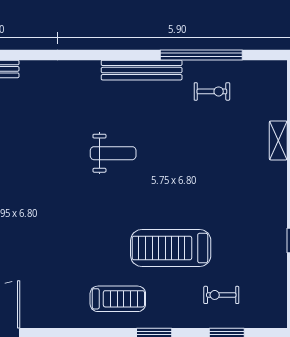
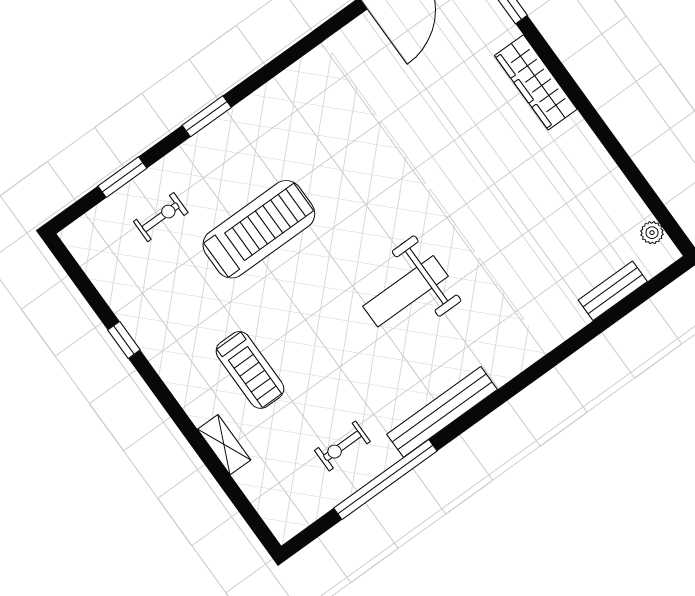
weight bench: (113, 153) -> (405, 291), width x1.36, depth x1.33
treadmill: (118, 299) -> (250, 370), moved, turned -90

